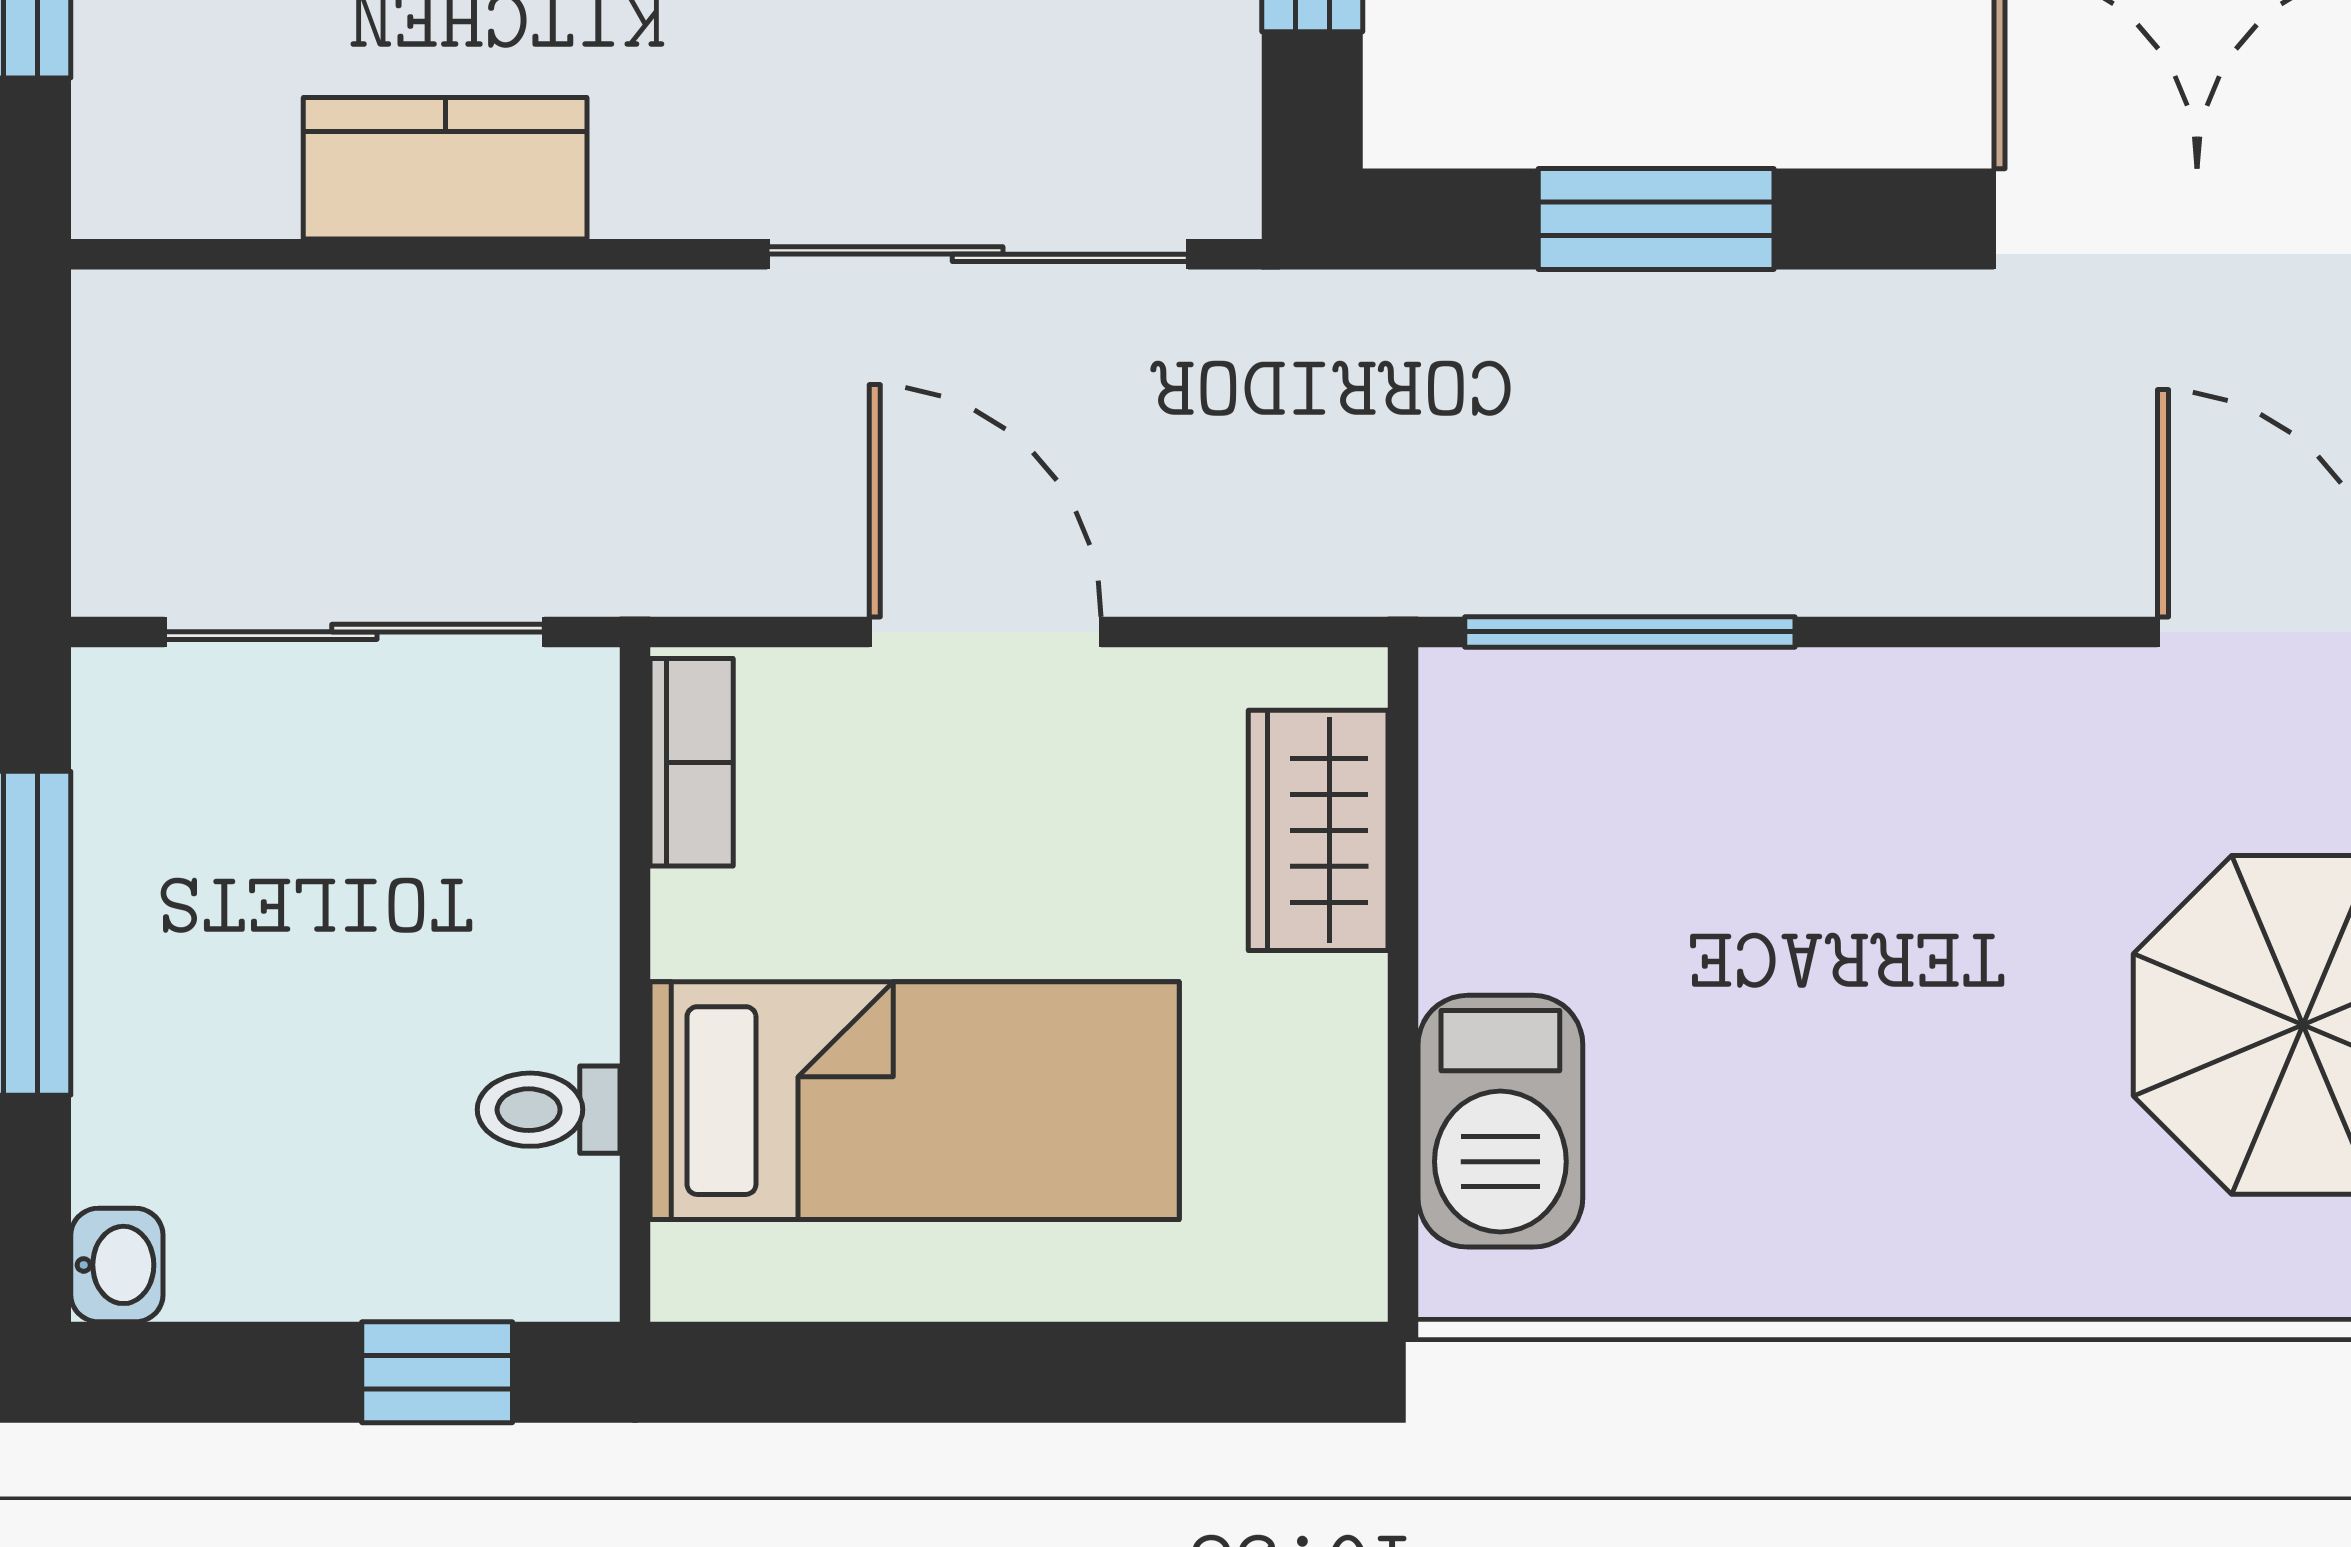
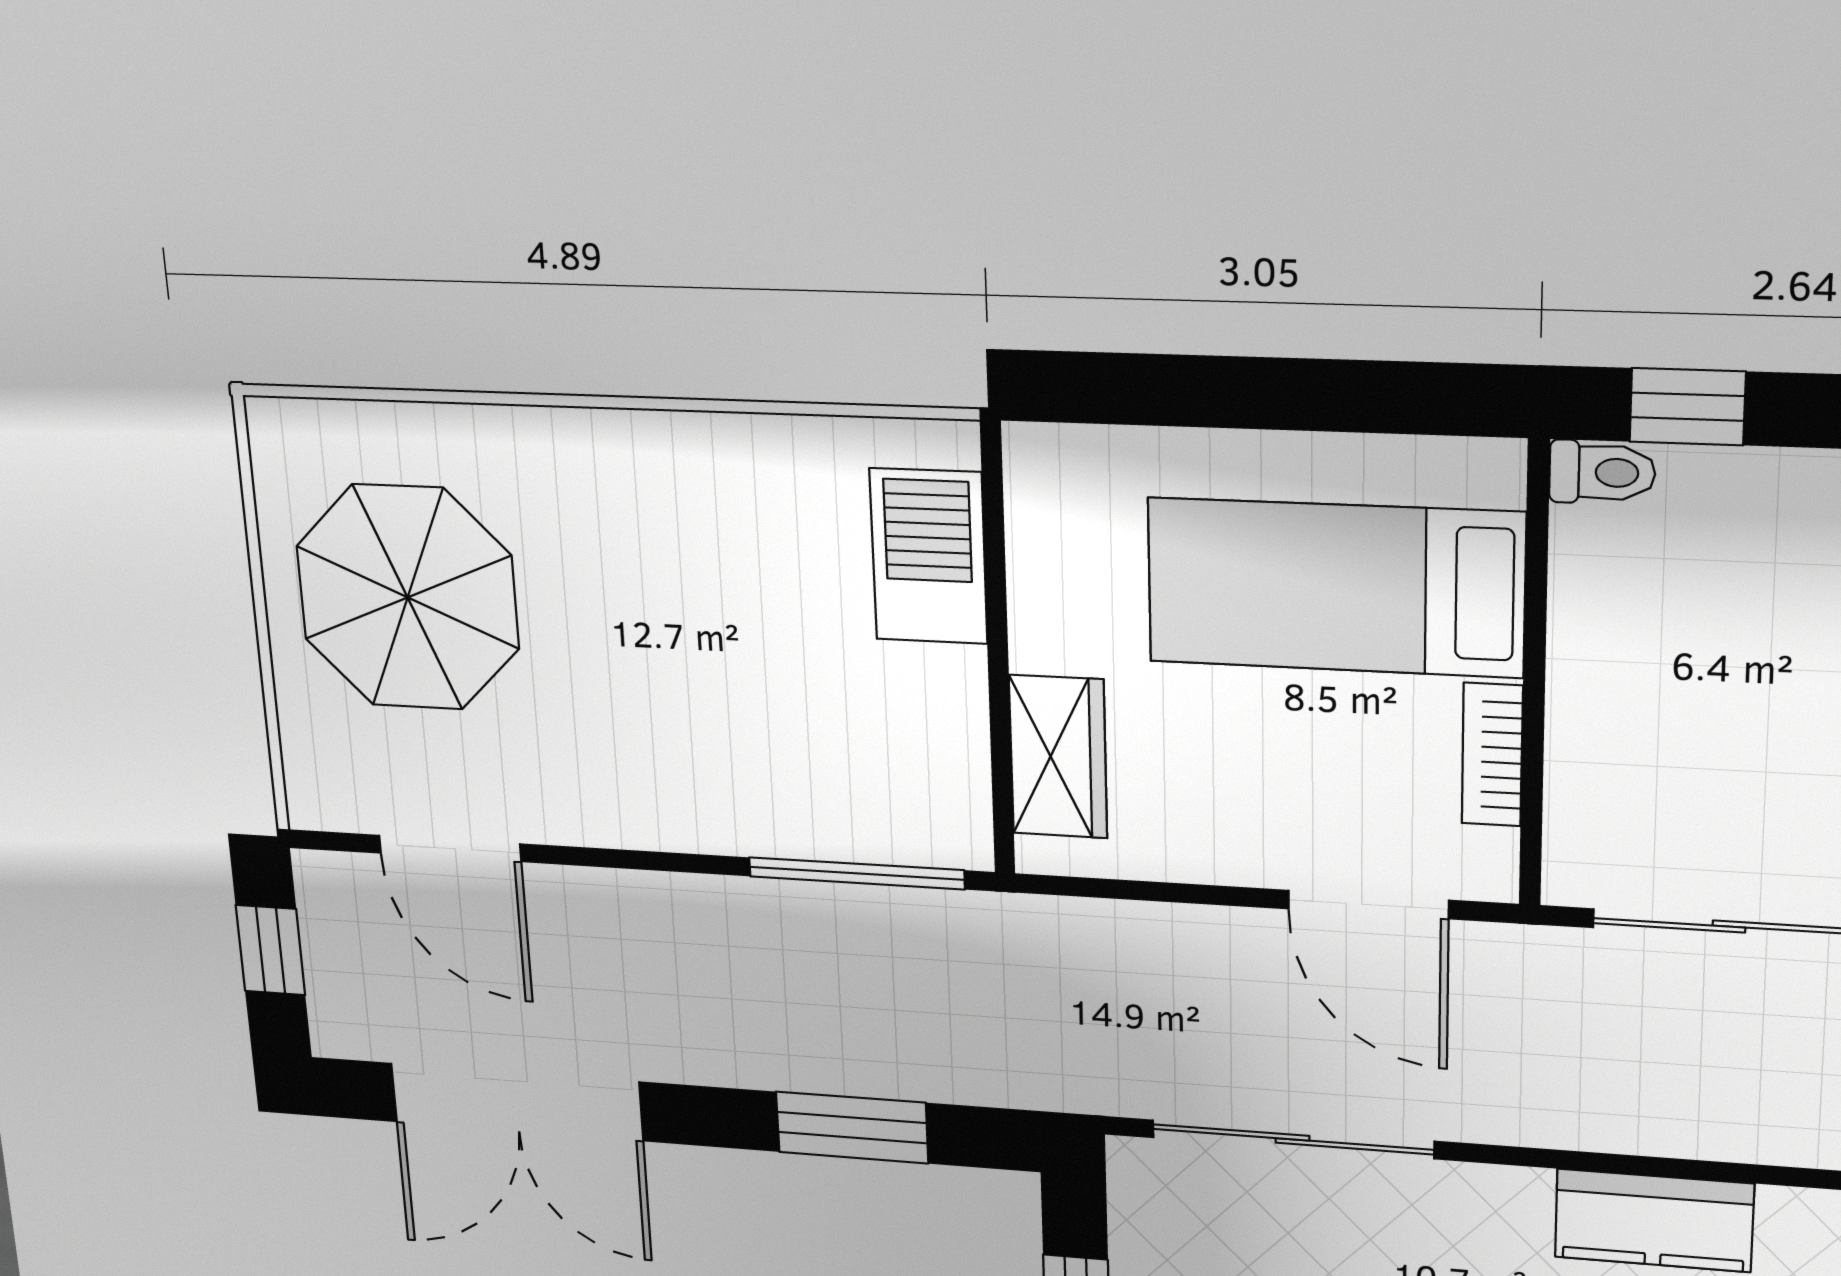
door: (985, 632) -> (1368, 905), moved
bookcase: (692, 762) -> (1492, 755), moved
toilet: (549, 1110) -> (1602, 472), moved

